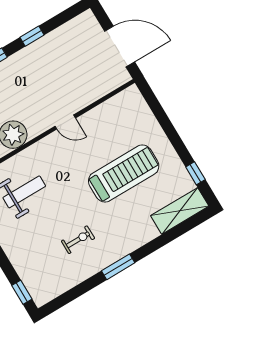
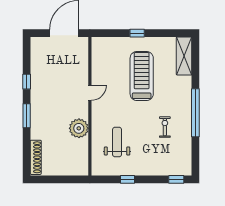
window: (195, 173) -> (137, 33), moved
window: (118, 267) -> (195, 113), width x2.11

